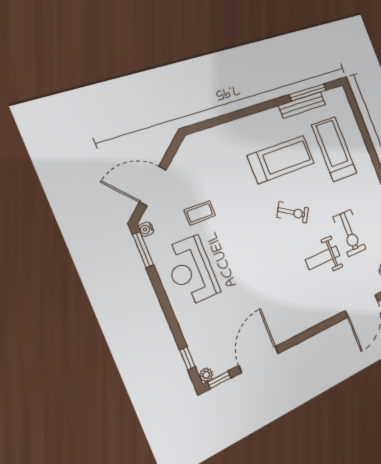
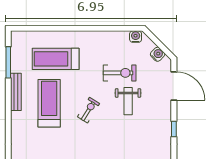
bench: (302, 105) -> (16, 92), moved
window: (314, 331) -> (174, 129), added

